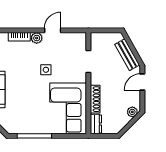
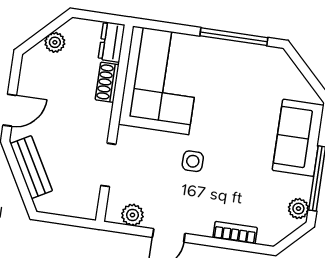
plant: (37, 38) -> (132, 215), moved
shoe rack: (95, 99) -> (107, 82), width x0.70
plant: (132, 112) -> (55, 42), moved

